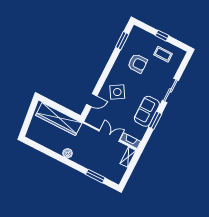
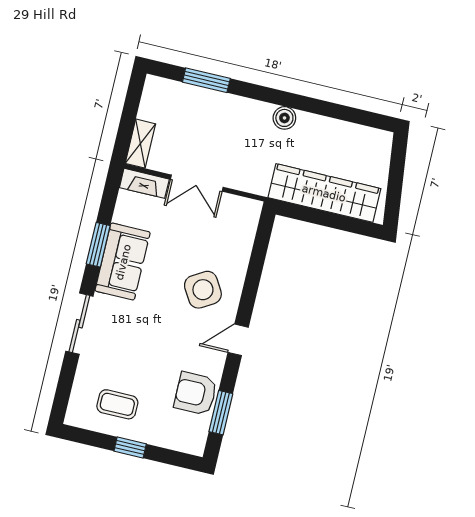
armchair: (138, 63) -> (196, 393), moved
door: (92, 100) -> (238, 340), moved

